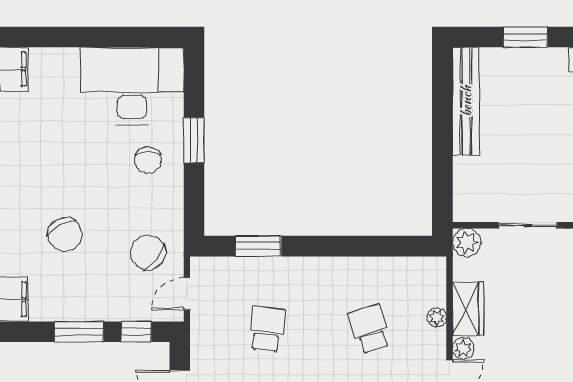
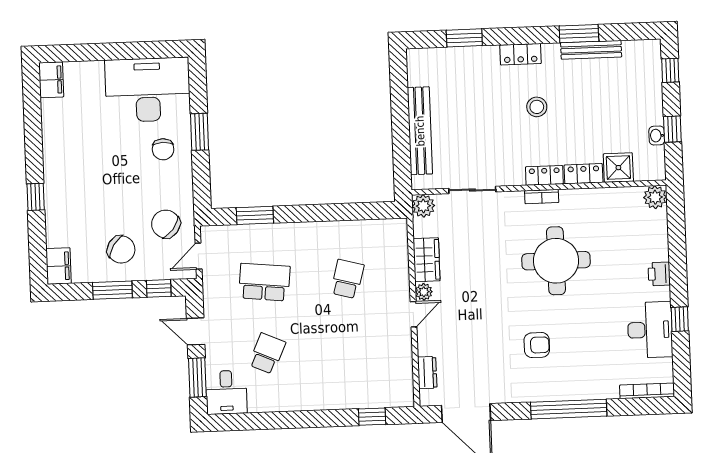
bench: (466, 101) -> (420, 131), moved
chair: (65, 235) -> (121, 249), moved, turned -31
plant: (437, 317) -> (401, 267), removed
school desk: (267, 329) -> (264, 282), width x1.85
school desk: (369, 329) -> (347, 279), turned 33

